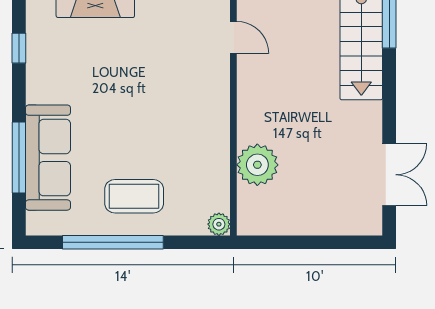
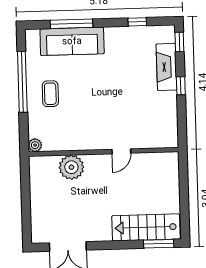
door: (233, 37) -> (121, 151), moved
coffee table: (134, 196) -> (50, 94), width x0.73, depth x0.77

